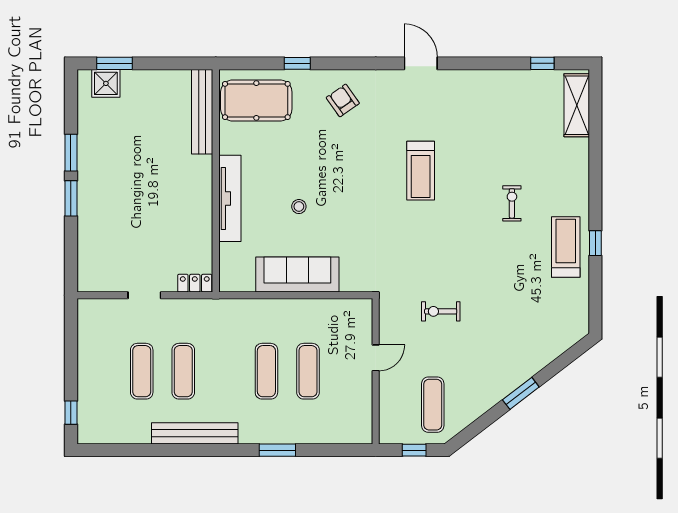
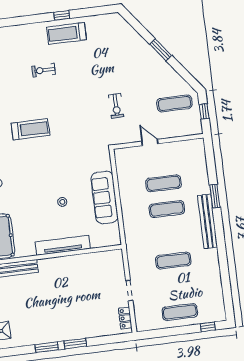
locker: (195, 283) -> (125, 318), moved
exercise mat: (142, 371) -> (180, 312), moved
bench: (195, 433) -> (207, 221), moved

